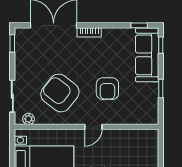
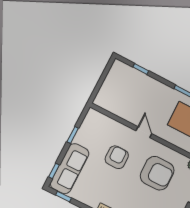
armchair: (60, 93) -> (157, 173), turned -38
door: (93, 127) -> (144, 132), hinge flipped

